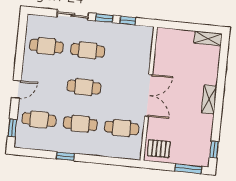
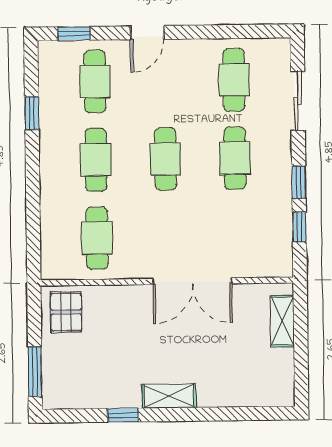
sliding door: (73, 15) -> (298, 101), moved
shelving: (208, 38) -> (282, 321), moved
door: (16, 89) -> (147, 33), hinge flipped
double door: (149, 95) -> (192, 281), moved
window: (214, 150) -> (123, 415), moved
window: (65, 156) -> (32, 113), moved

